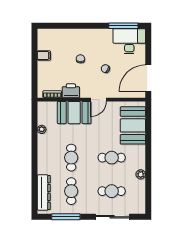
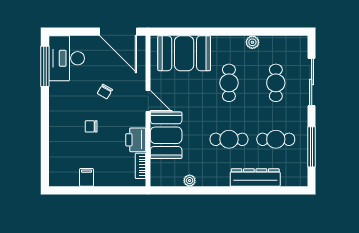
dresser: (44, 192) -> (255, 178), moved

